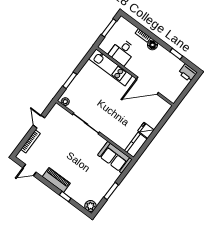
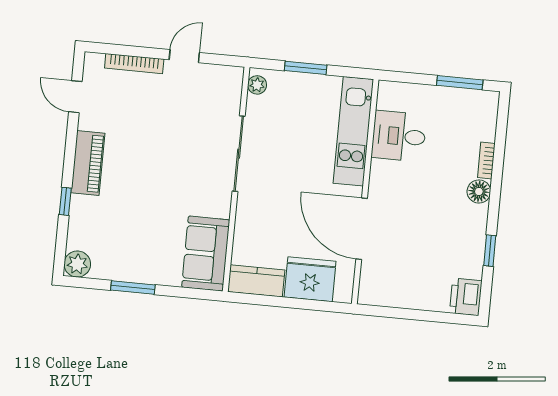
desk: (122, 52) -> (399, 136), moved
kitchen unit: (110, 67) -> (353, 131), moved
wall: (135, 76) -> (365, 192), moved
door: (147, 86) -> (362, 229), moved
fridge: (146, 130) -> (310, 279), width x1.88, depth x1.34

